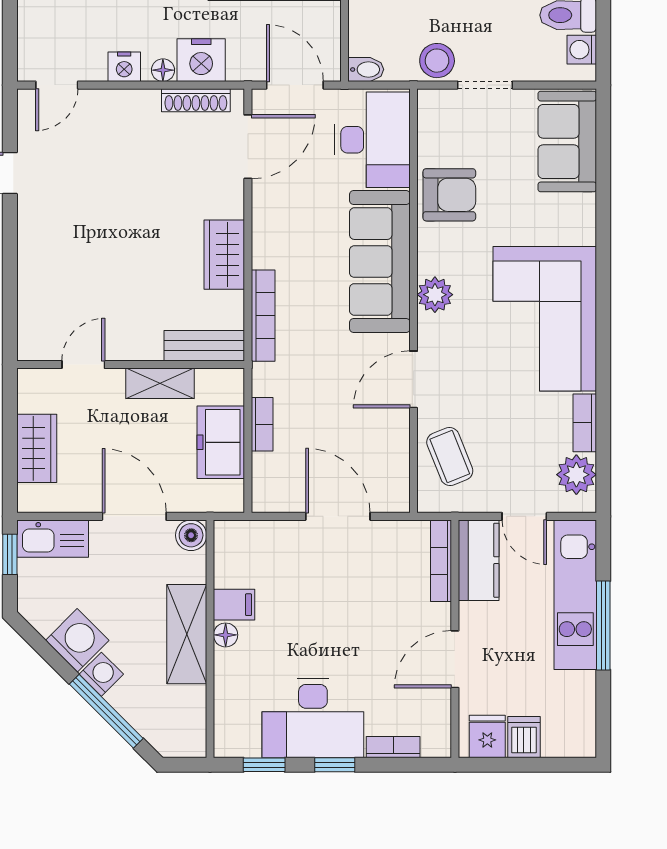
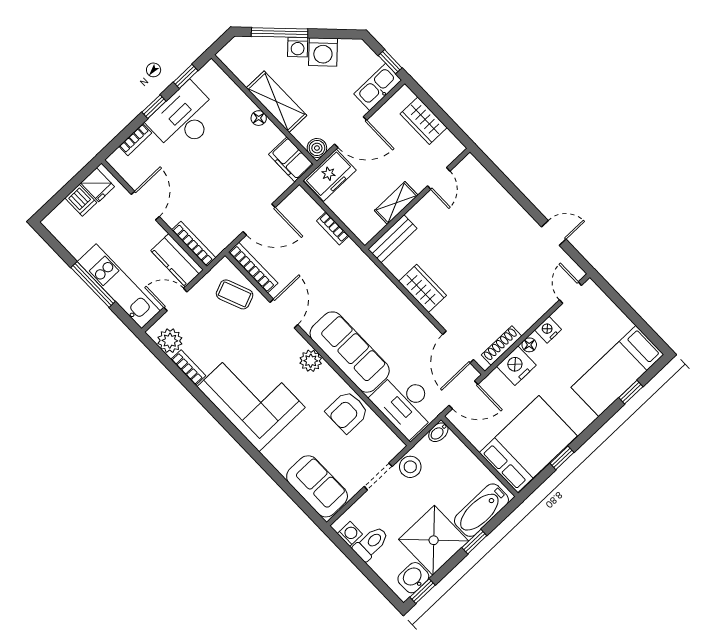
bookcase: (263, 316) -> (253, 268), moved, turned 180
freezer: (221, 442) -> (330, 175), moved, turned 90
filing cabinet: (234, 605) -> (291, 160), moved, width x2.00

